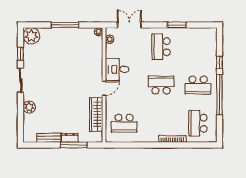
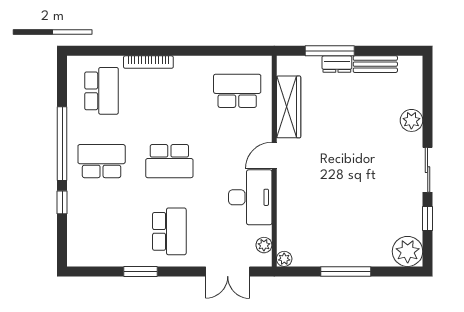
desk: (117, 69) -> (250, 197), width x1.37

